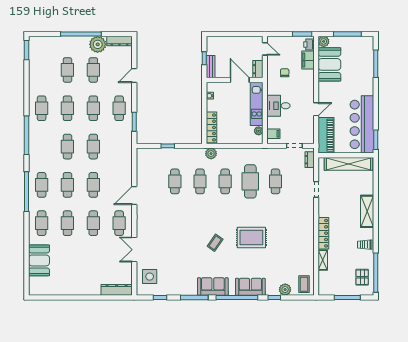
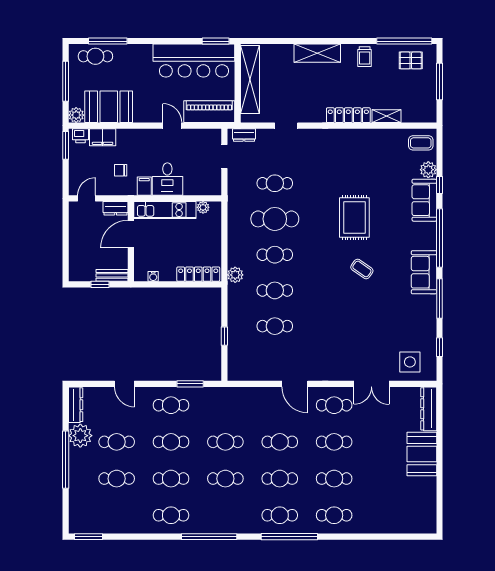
cafe table: (365, 55) -> (95, 56), added
filing cabinet: (273, 134) -> (144, 186), moved
booth: (39, 260) -> (422, 454), moved, turned 90
sofa: (250, 287) -> (424, 200), moved

